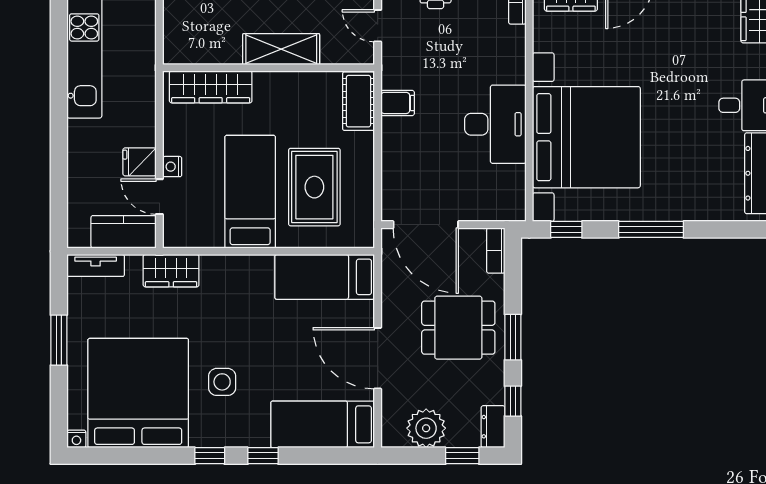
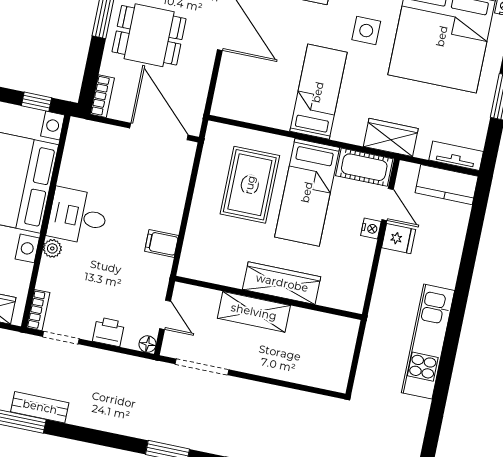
plant: (516, 73) -> (52, 248), added
wardrobe: (211, 87) -> (282, 283), moved
cot: (358, 101) -> (364, 167), moved, turned 90
desk: (495, 124) -> (78, 216), width x0.73
kitchen counter: (124, 232) -> (447, 185), moved
bed: (325, 277) -> (318, 92), moved, turned -90

